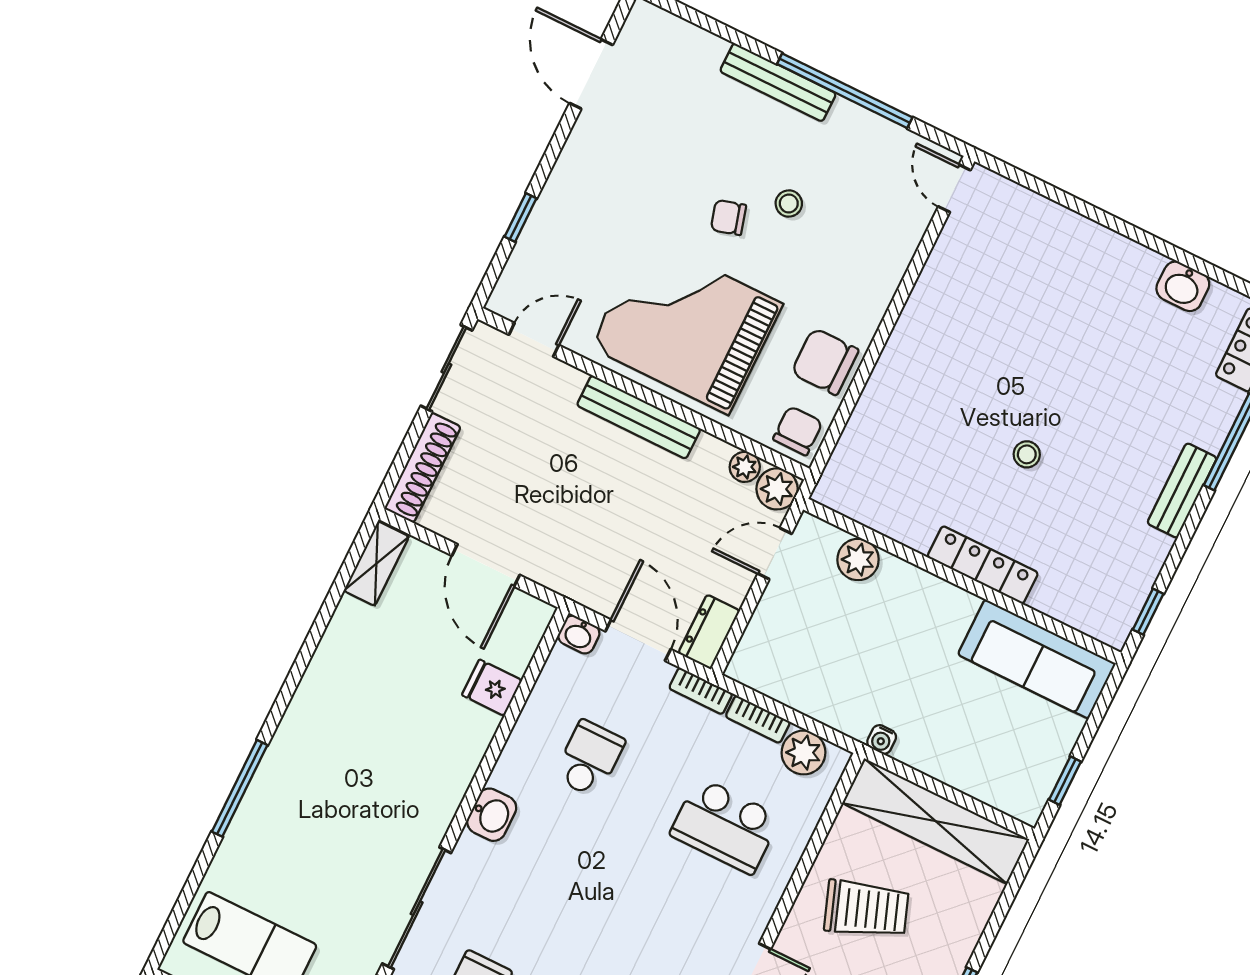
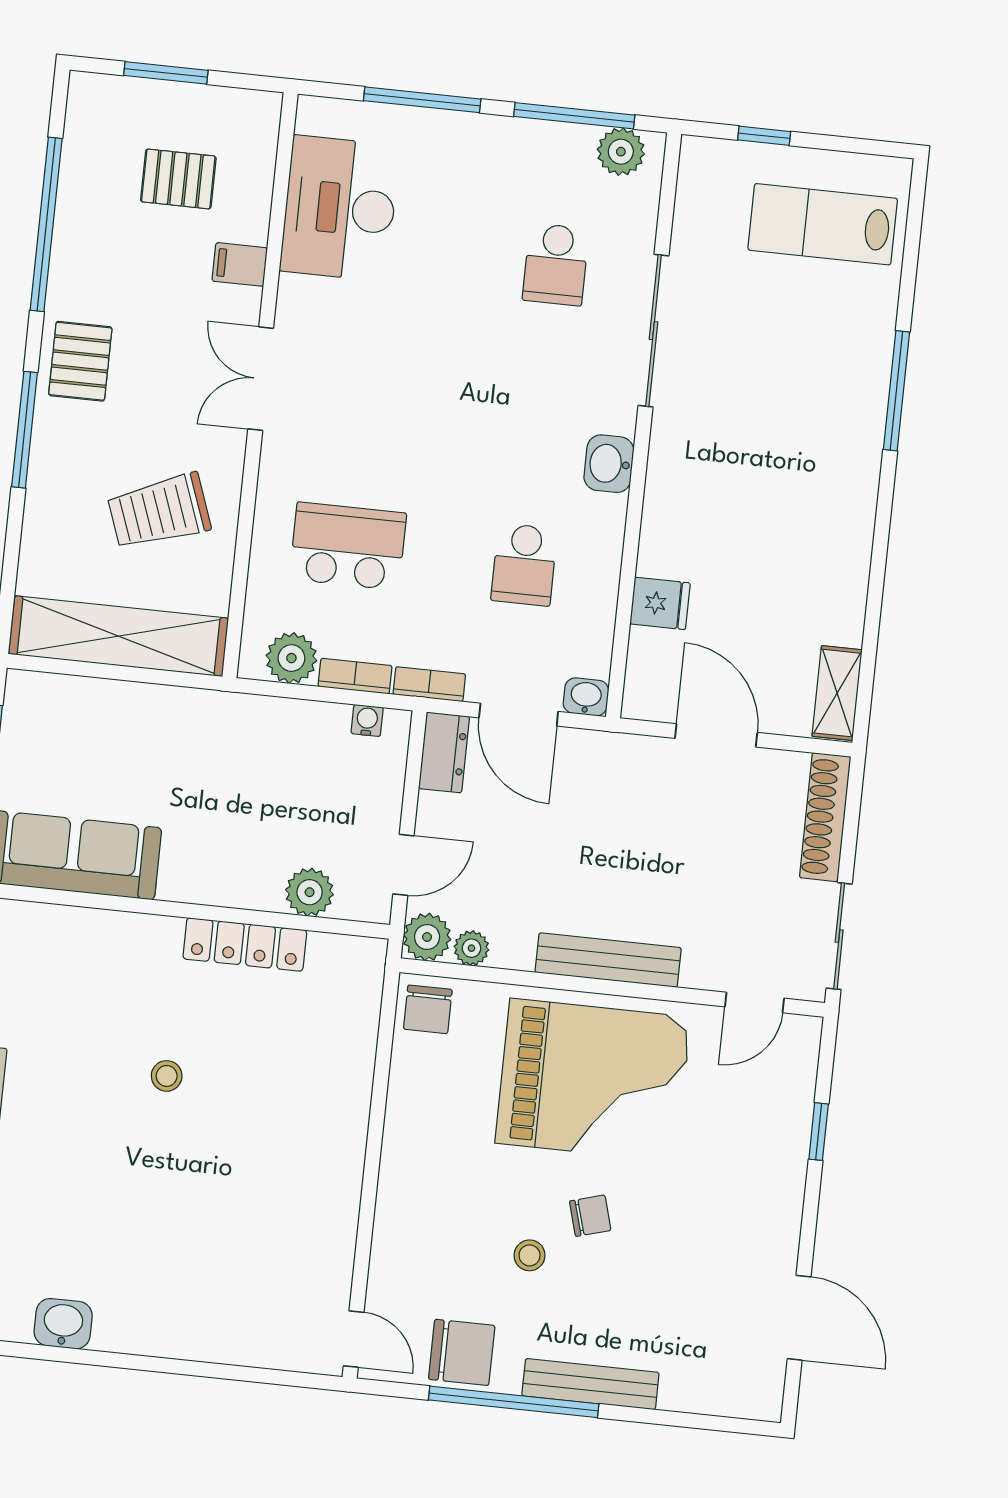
chair: (825, 361) -> (462, 1352), moved
locker: (983, 565) -> (245, 944), moved
water cooler: (882, 739) -> (367, 720), moved

